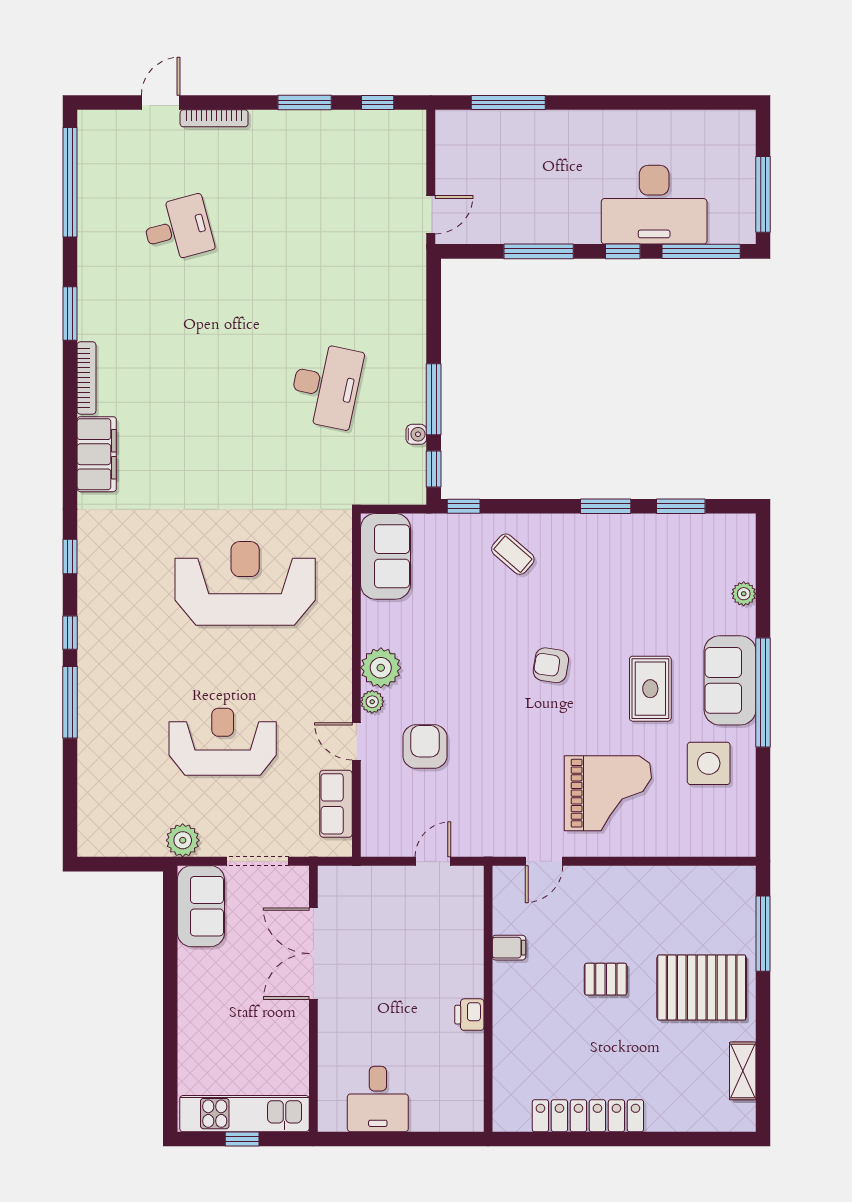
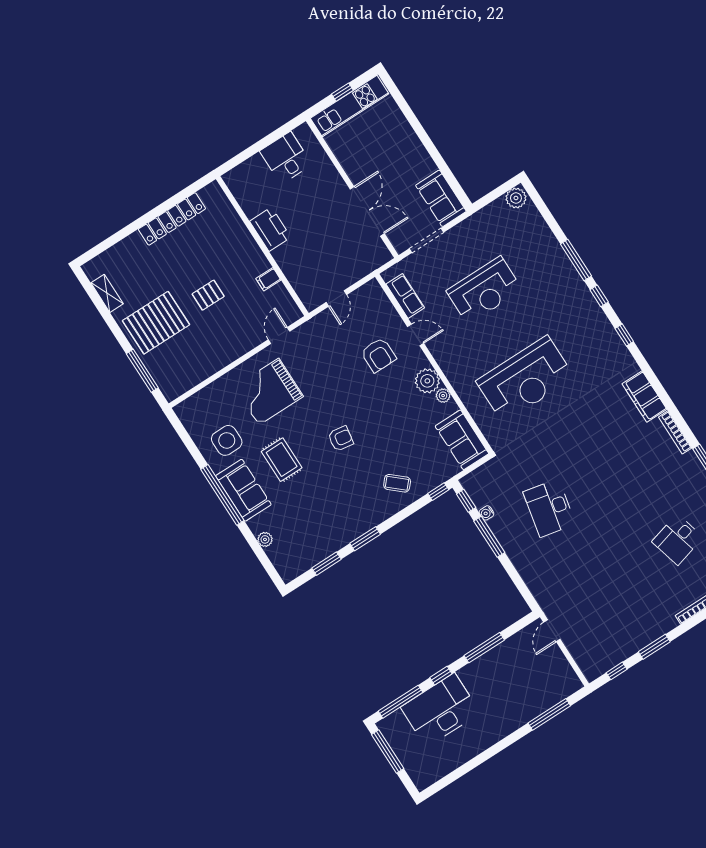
plant: (372, 702) -> (443, 396), moved
plant: (183, 840) -> (516, 198), moved
printer: (469, 1015) -> (270, 229), width x1.87, depth x1.48

